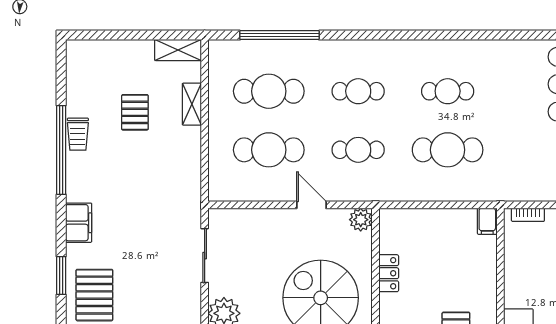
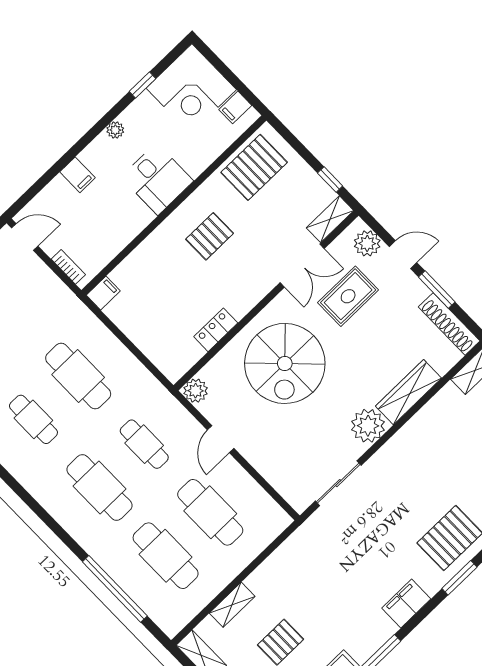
cafe table: (358, 91) -> (100, 487), width x1.37, depth x1.35

